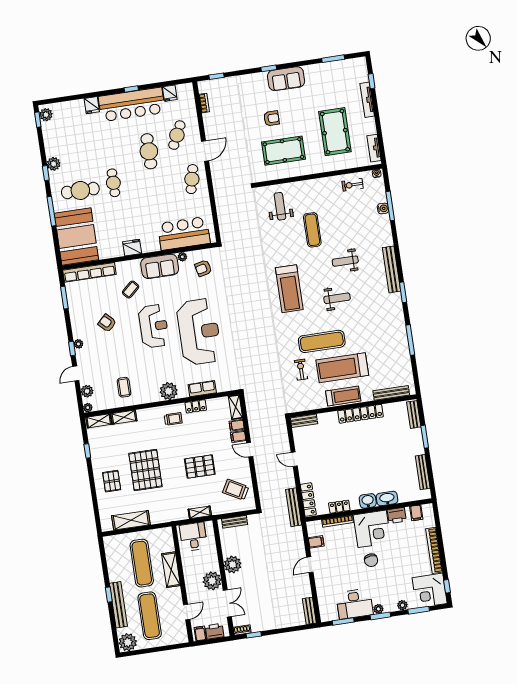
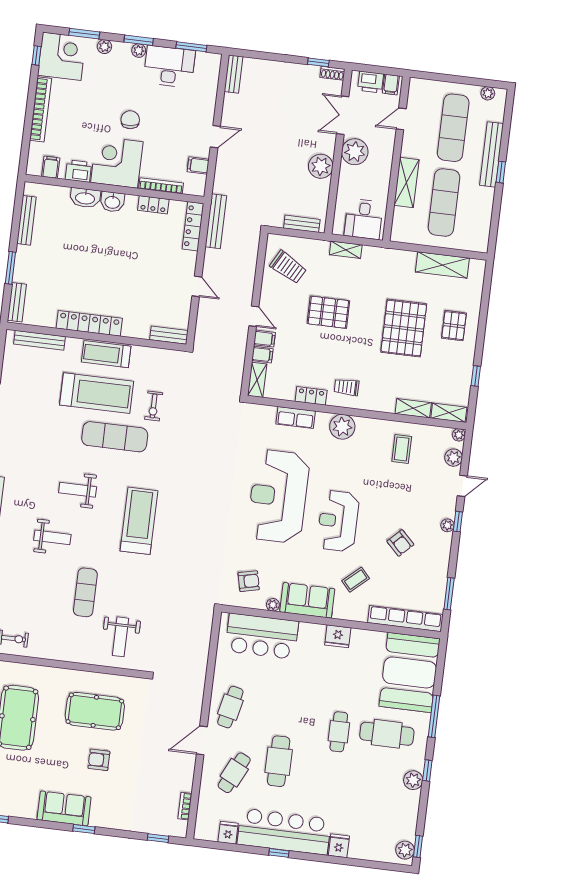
plant: (128, 642) -> (488, 93), width x0.53, depth x0.53

